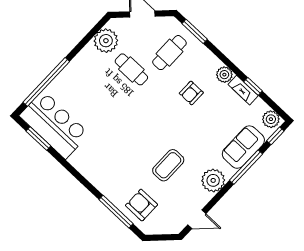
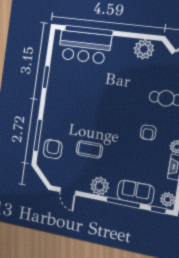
cafe table: (131, 69) -> (136, 81), removed
armchair: (191, 93) -> (148, 132), turned -90
bar counter: (54, 125) -> (85, 47), moved, turned 90
window: (38, 139) -> (46, 77), moved

